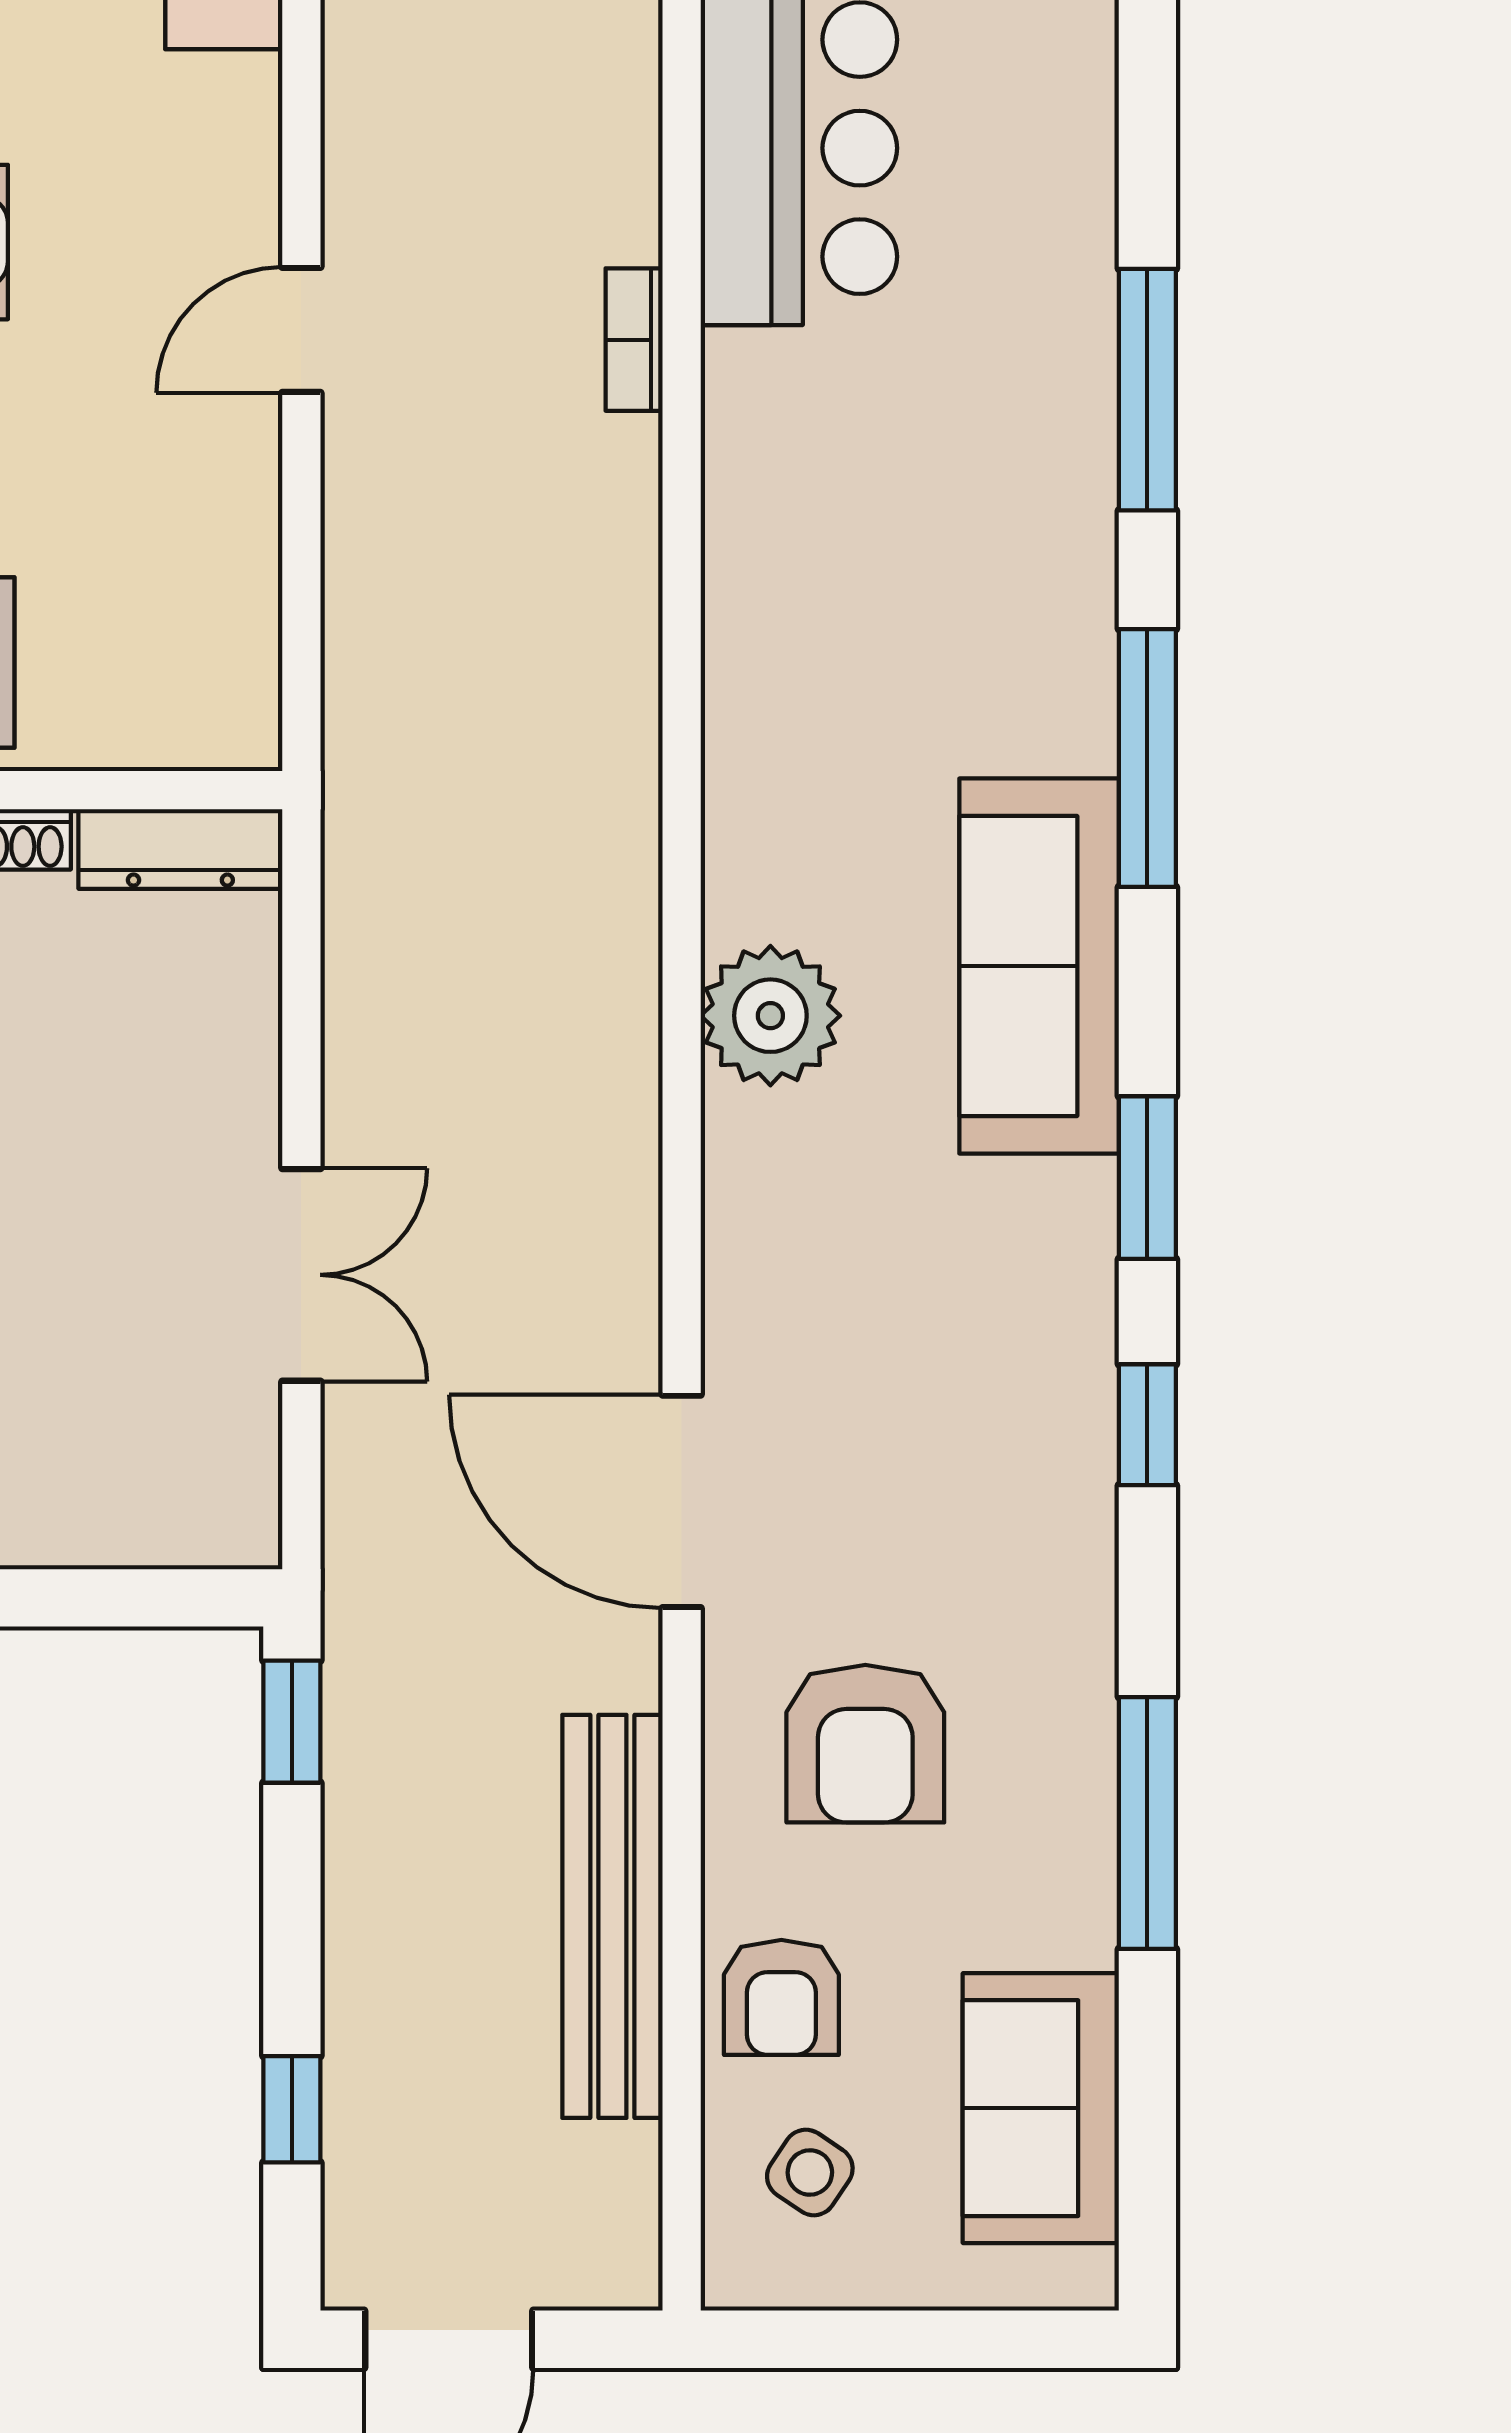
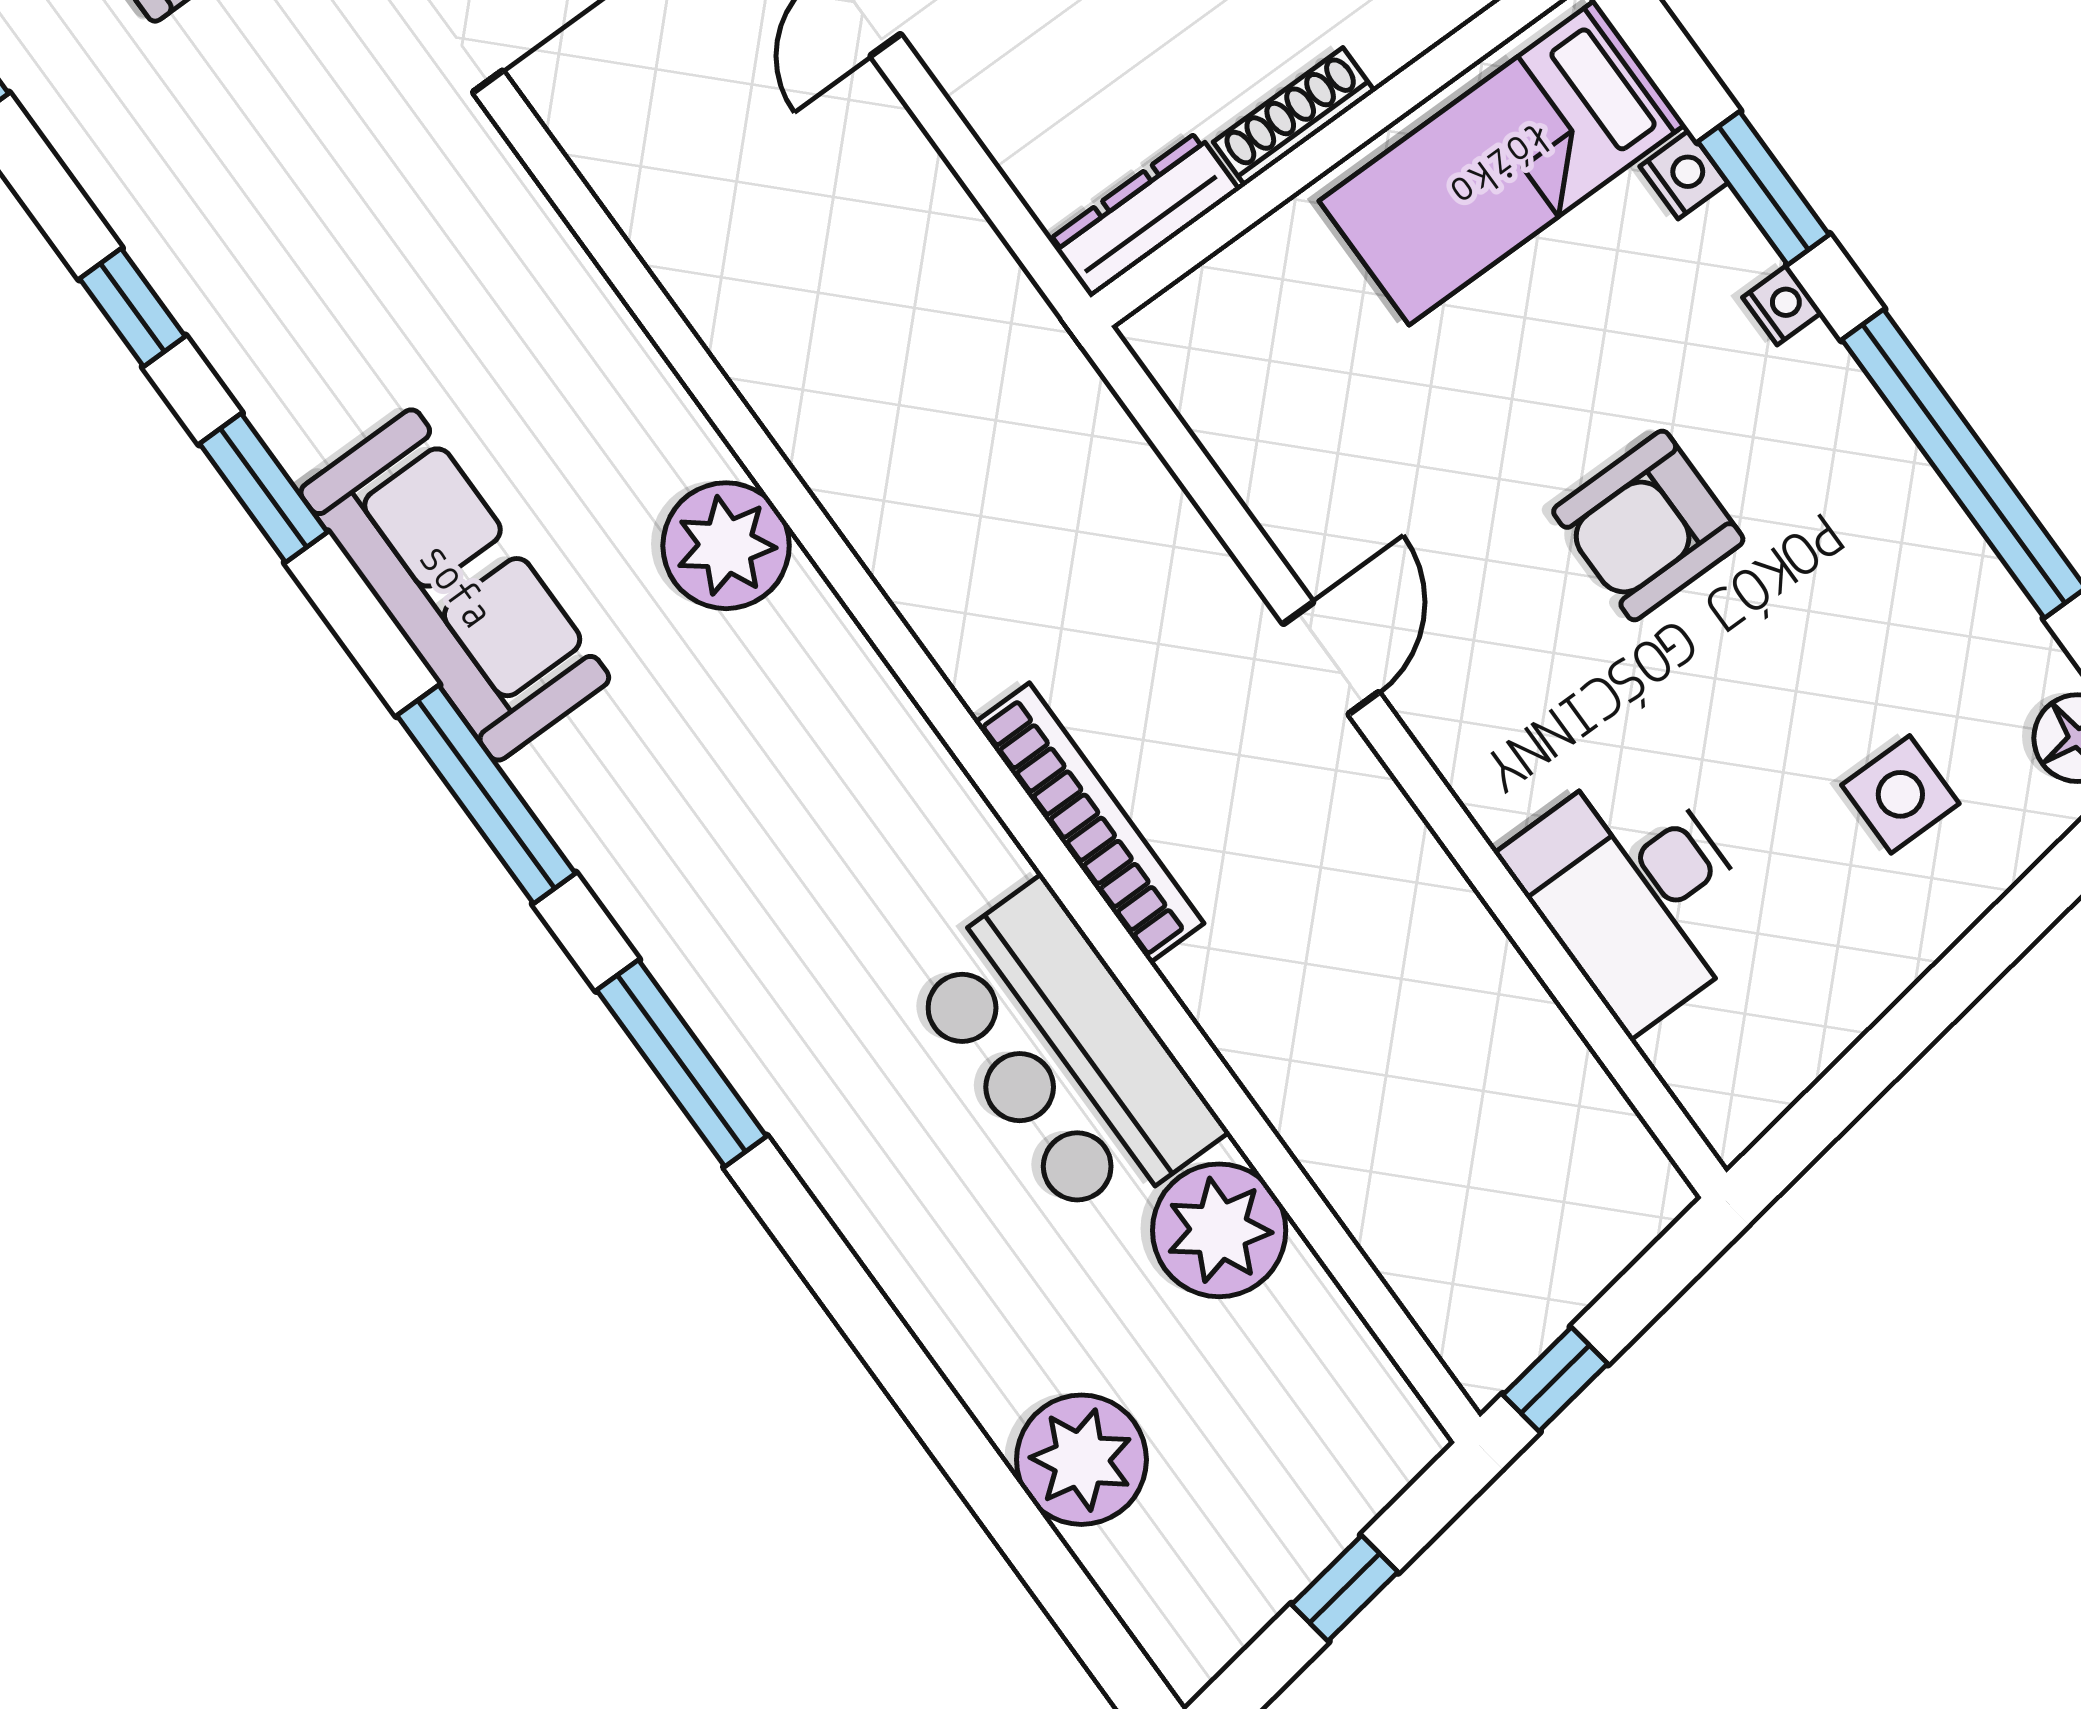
bookcase: (634, 340) -> (1089, 823), width x2.31, depth x1.31
plant: (770, 1016) -> (726, 546), moved

